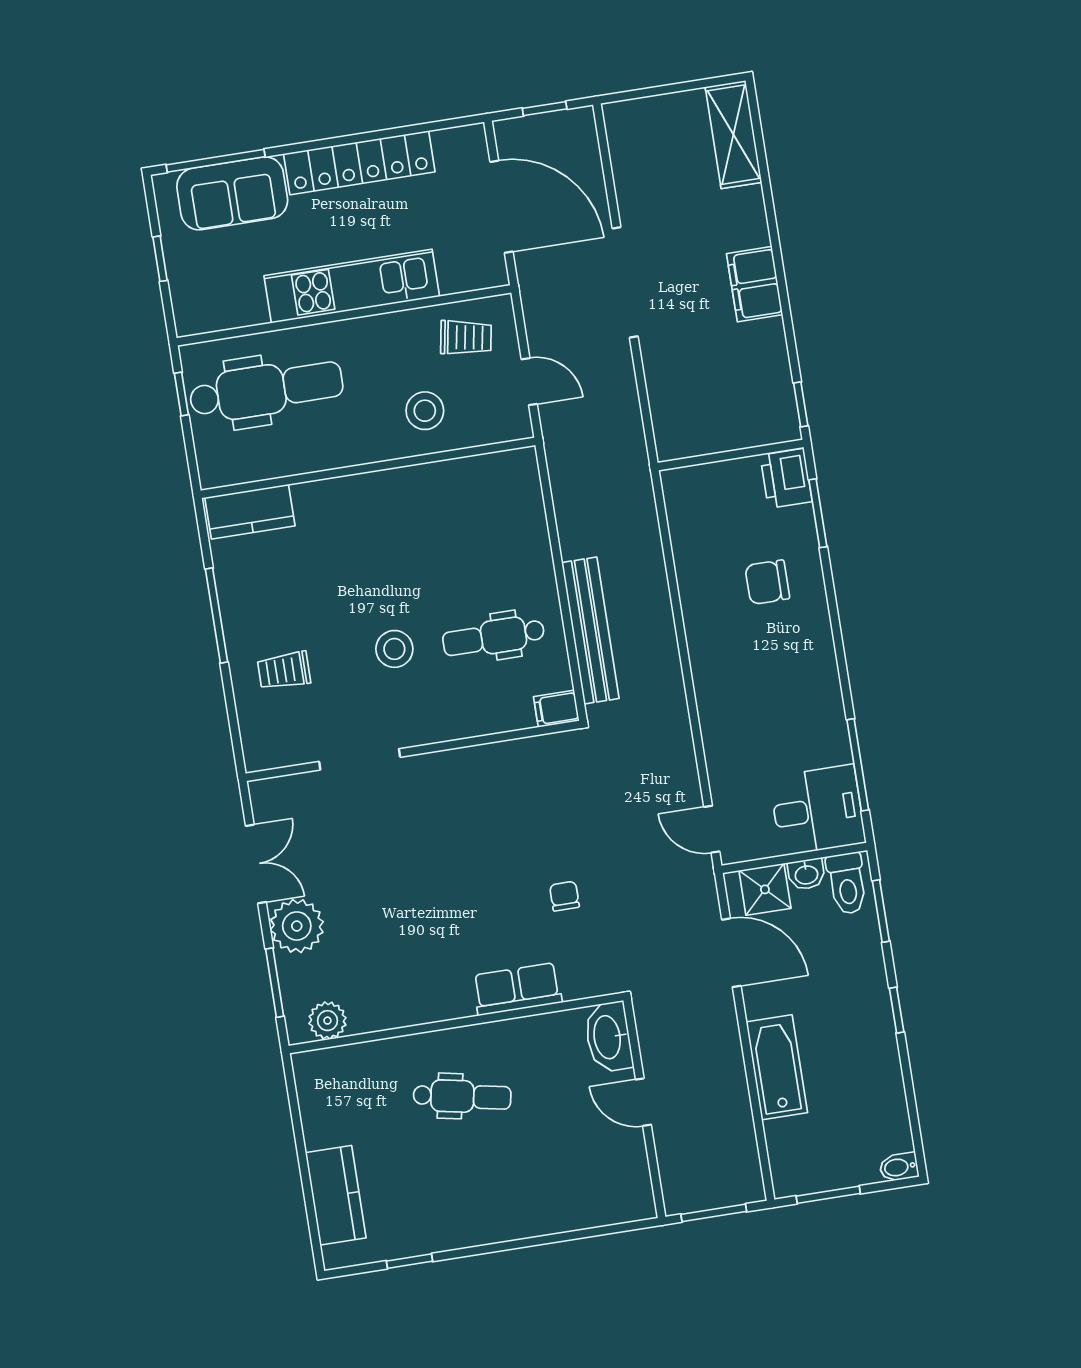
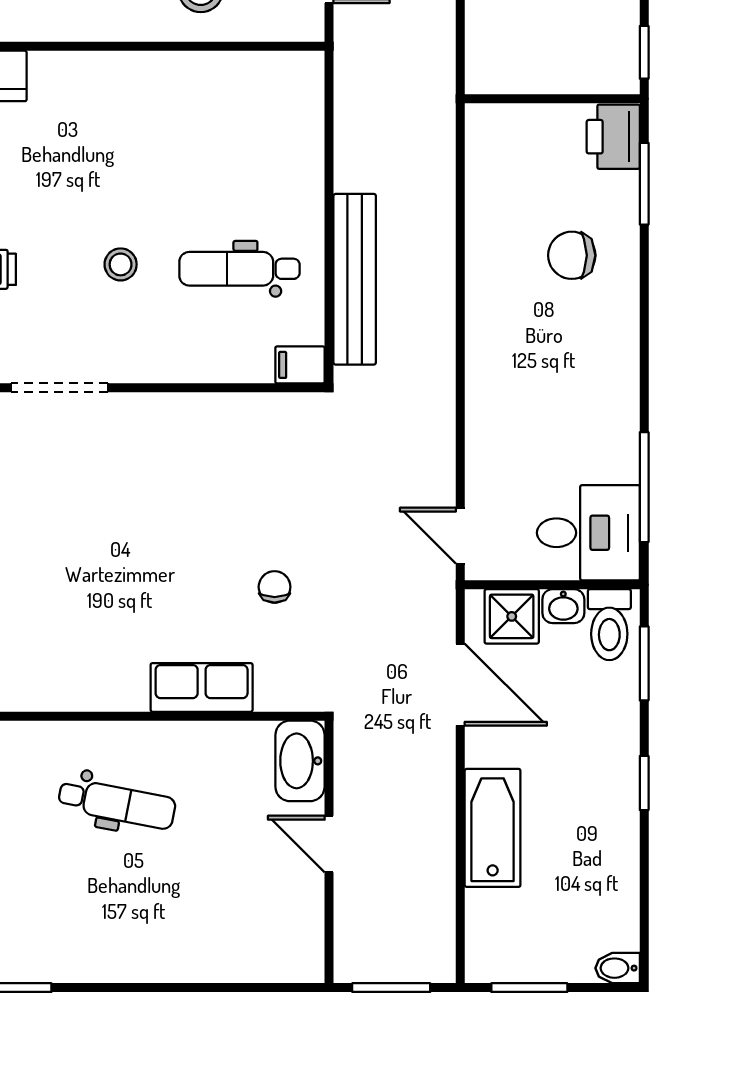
stool: (394, 649) -> (121, 264), width x0.73, depth x0.73

